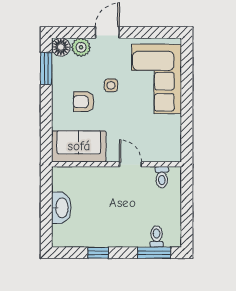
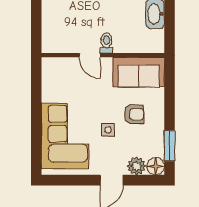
toilet: (162, 177) -> (106, 43), moved

